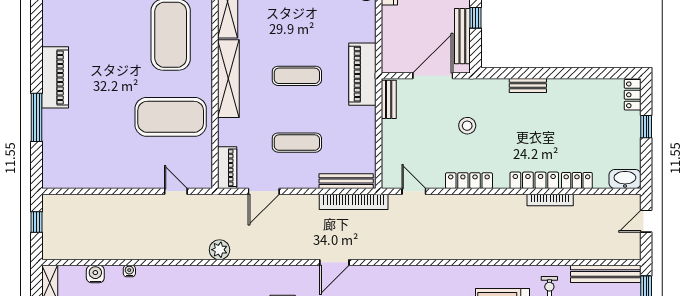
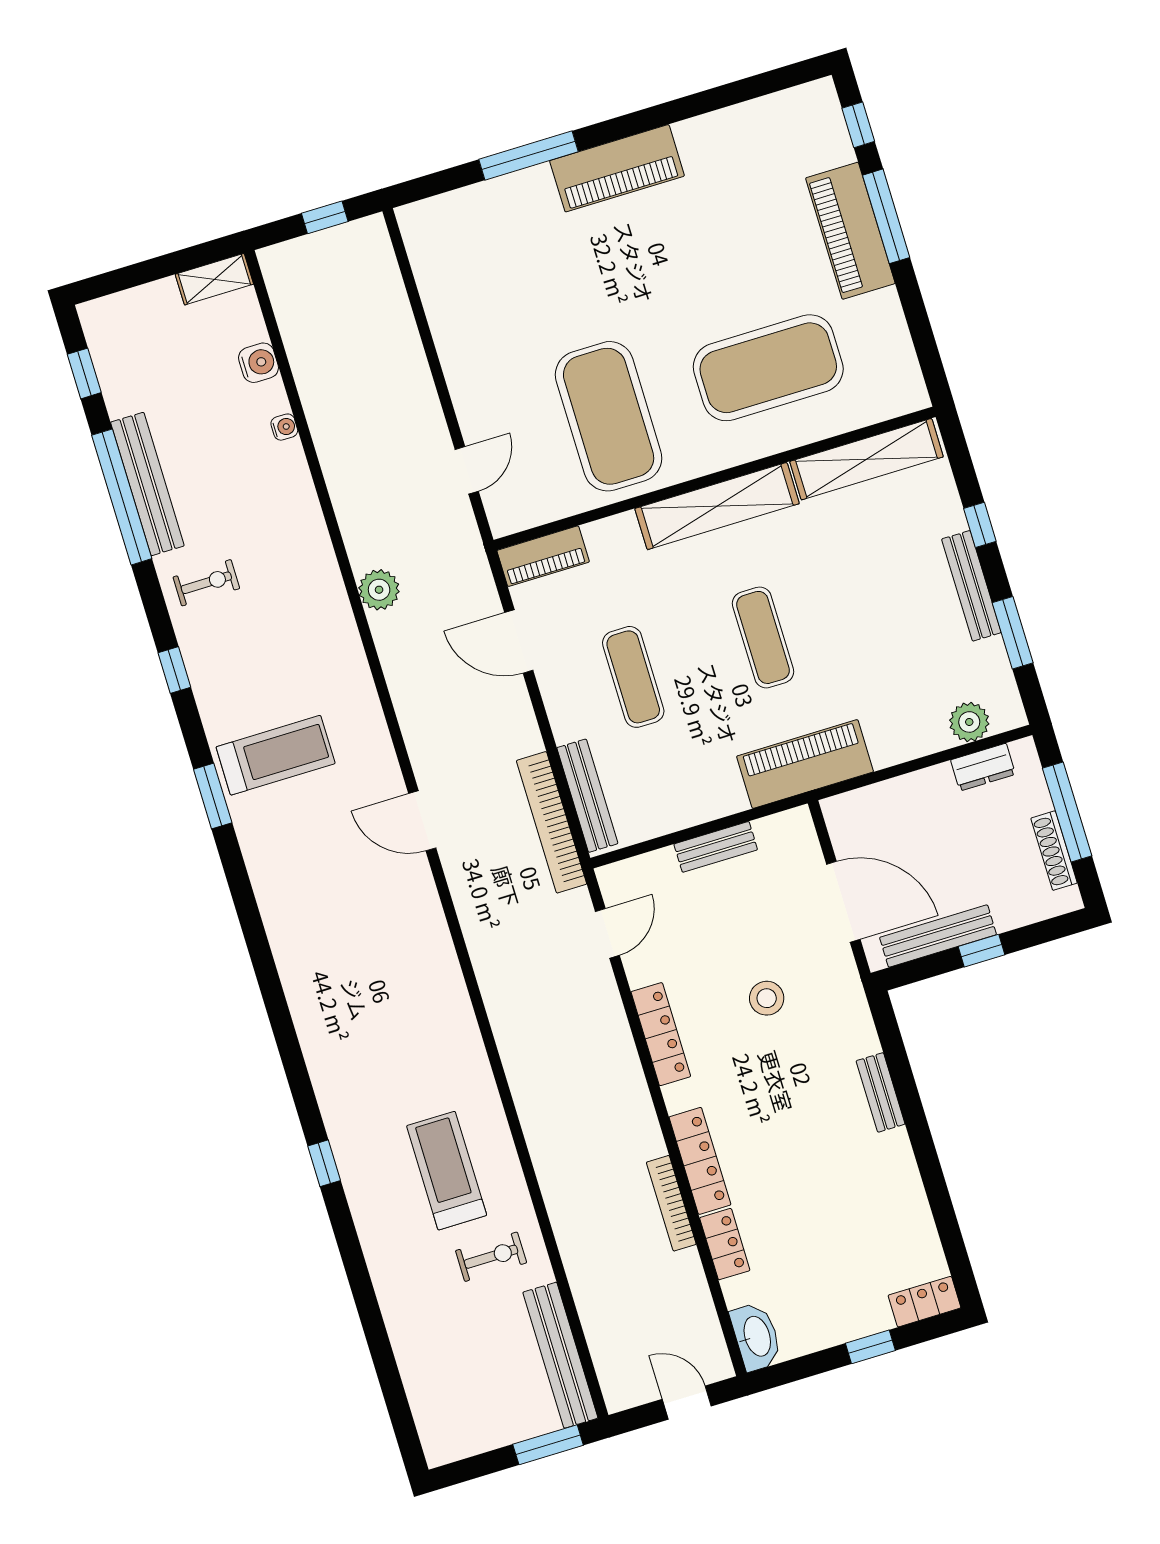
bench: (389, 99) -> (716, 847), moved

